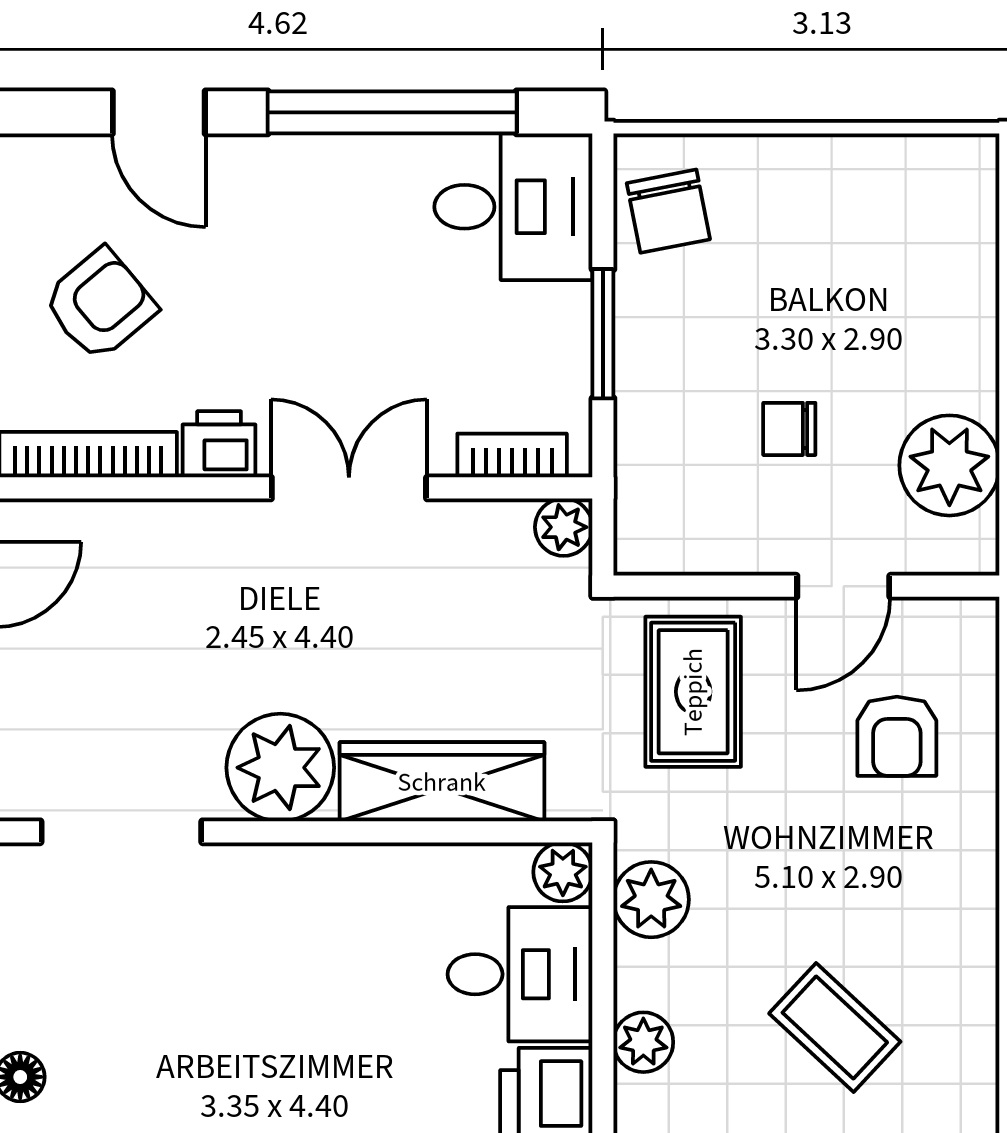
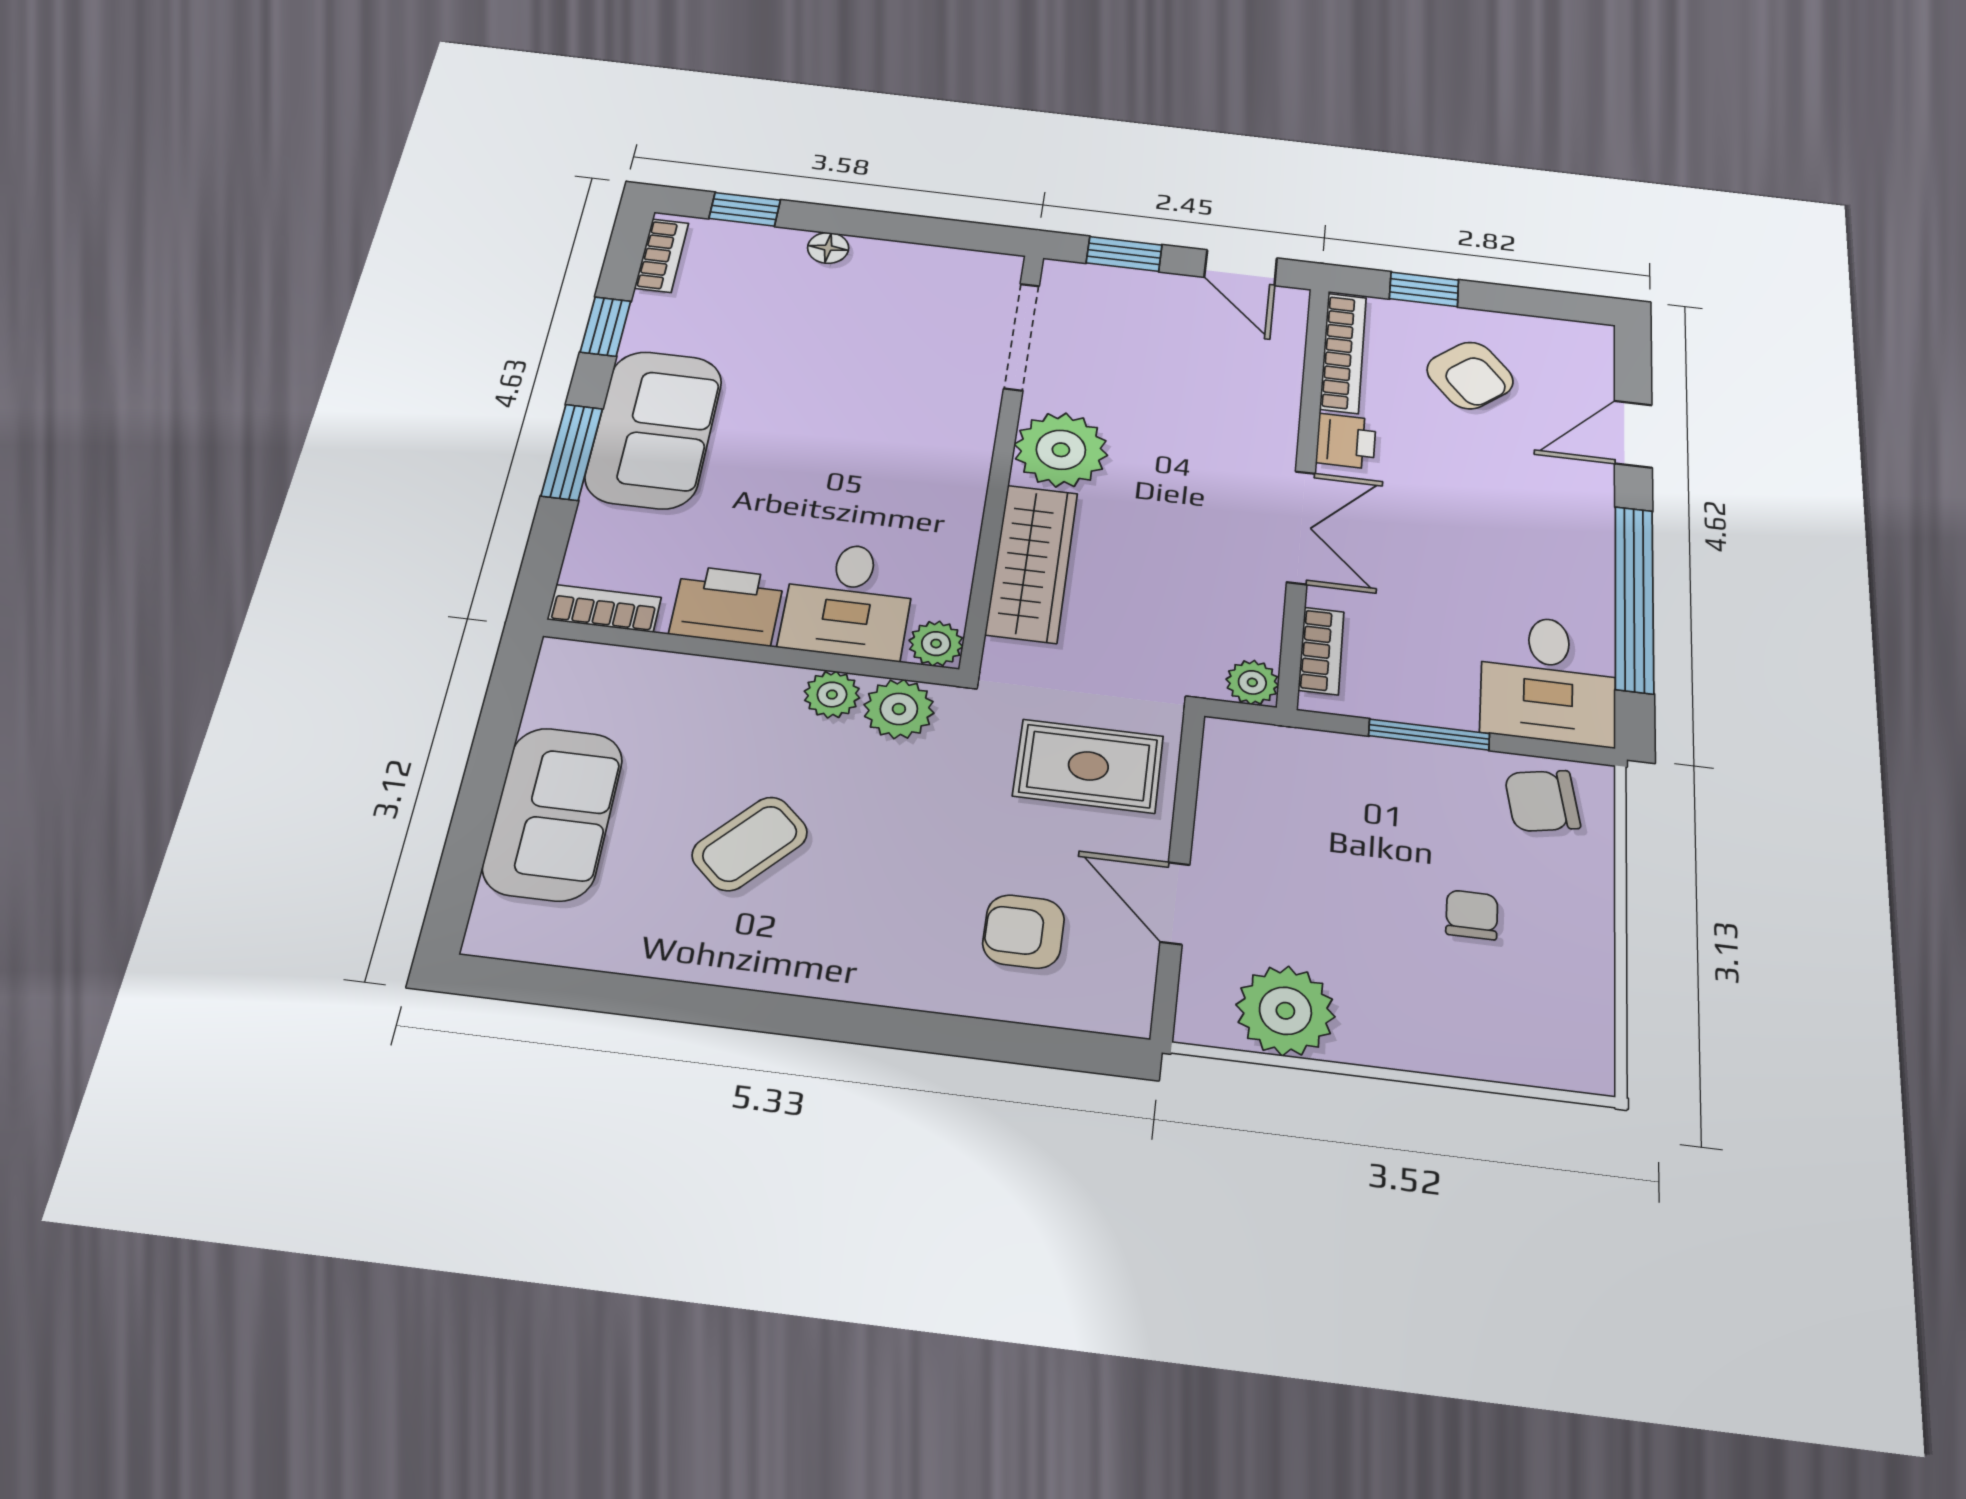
chair: (789, 429) -> (1472, 915), moved
plant: (643, 1042) -> (832, 695), moved

